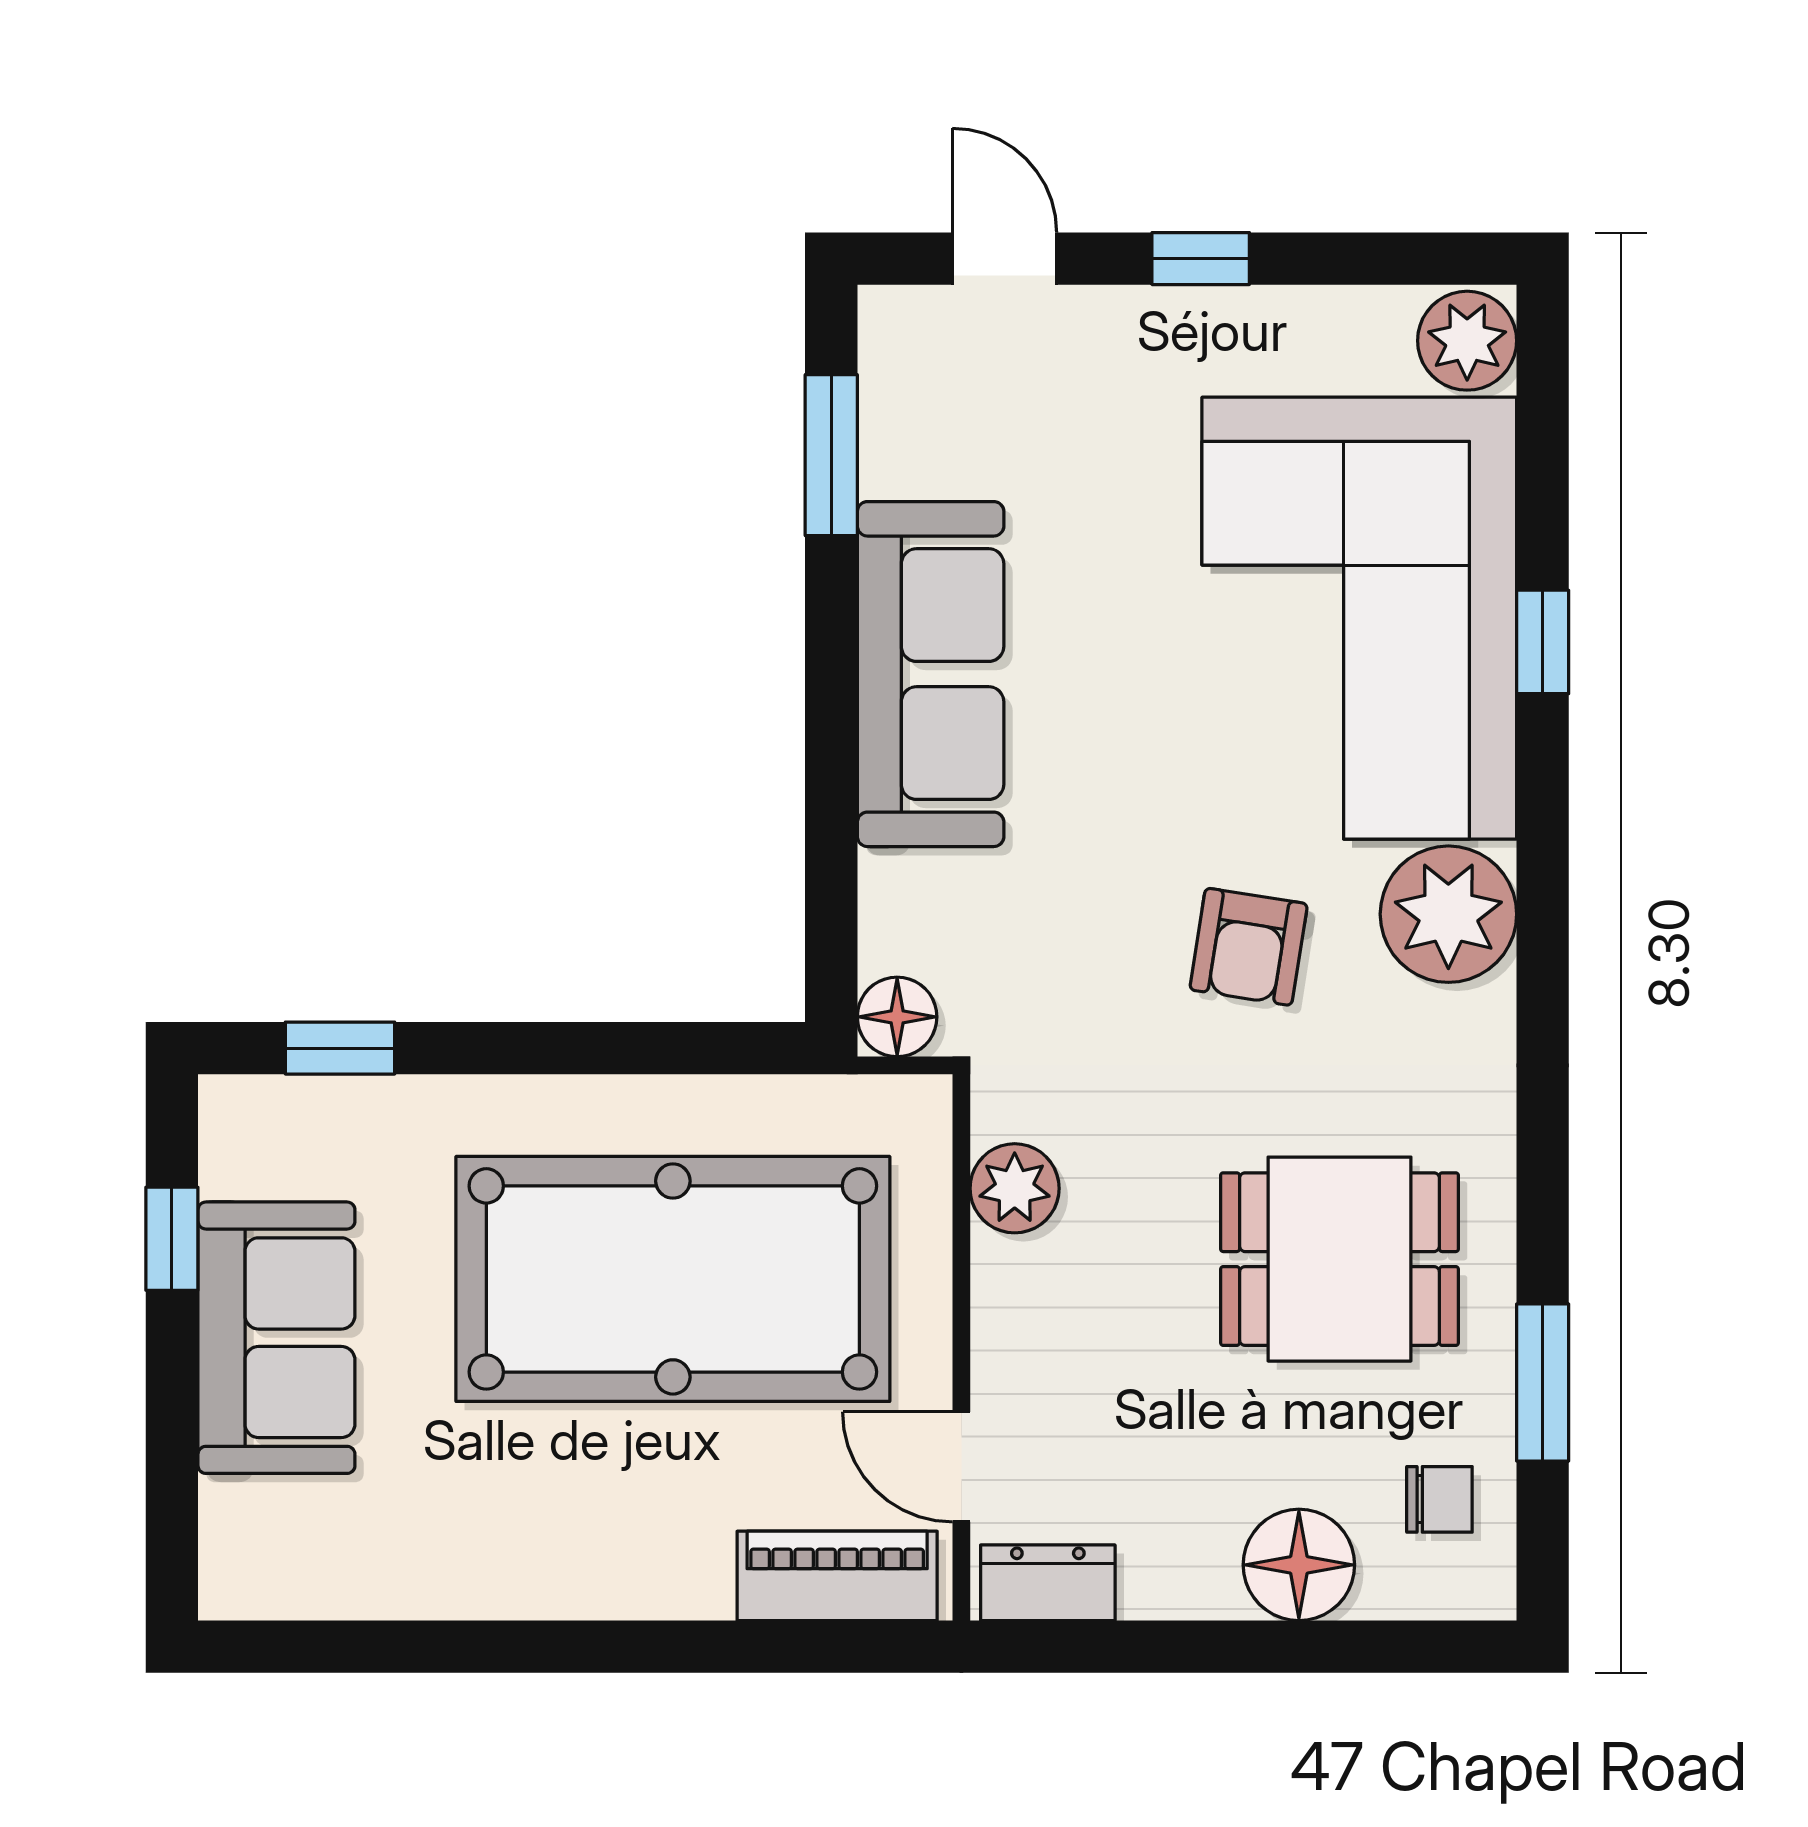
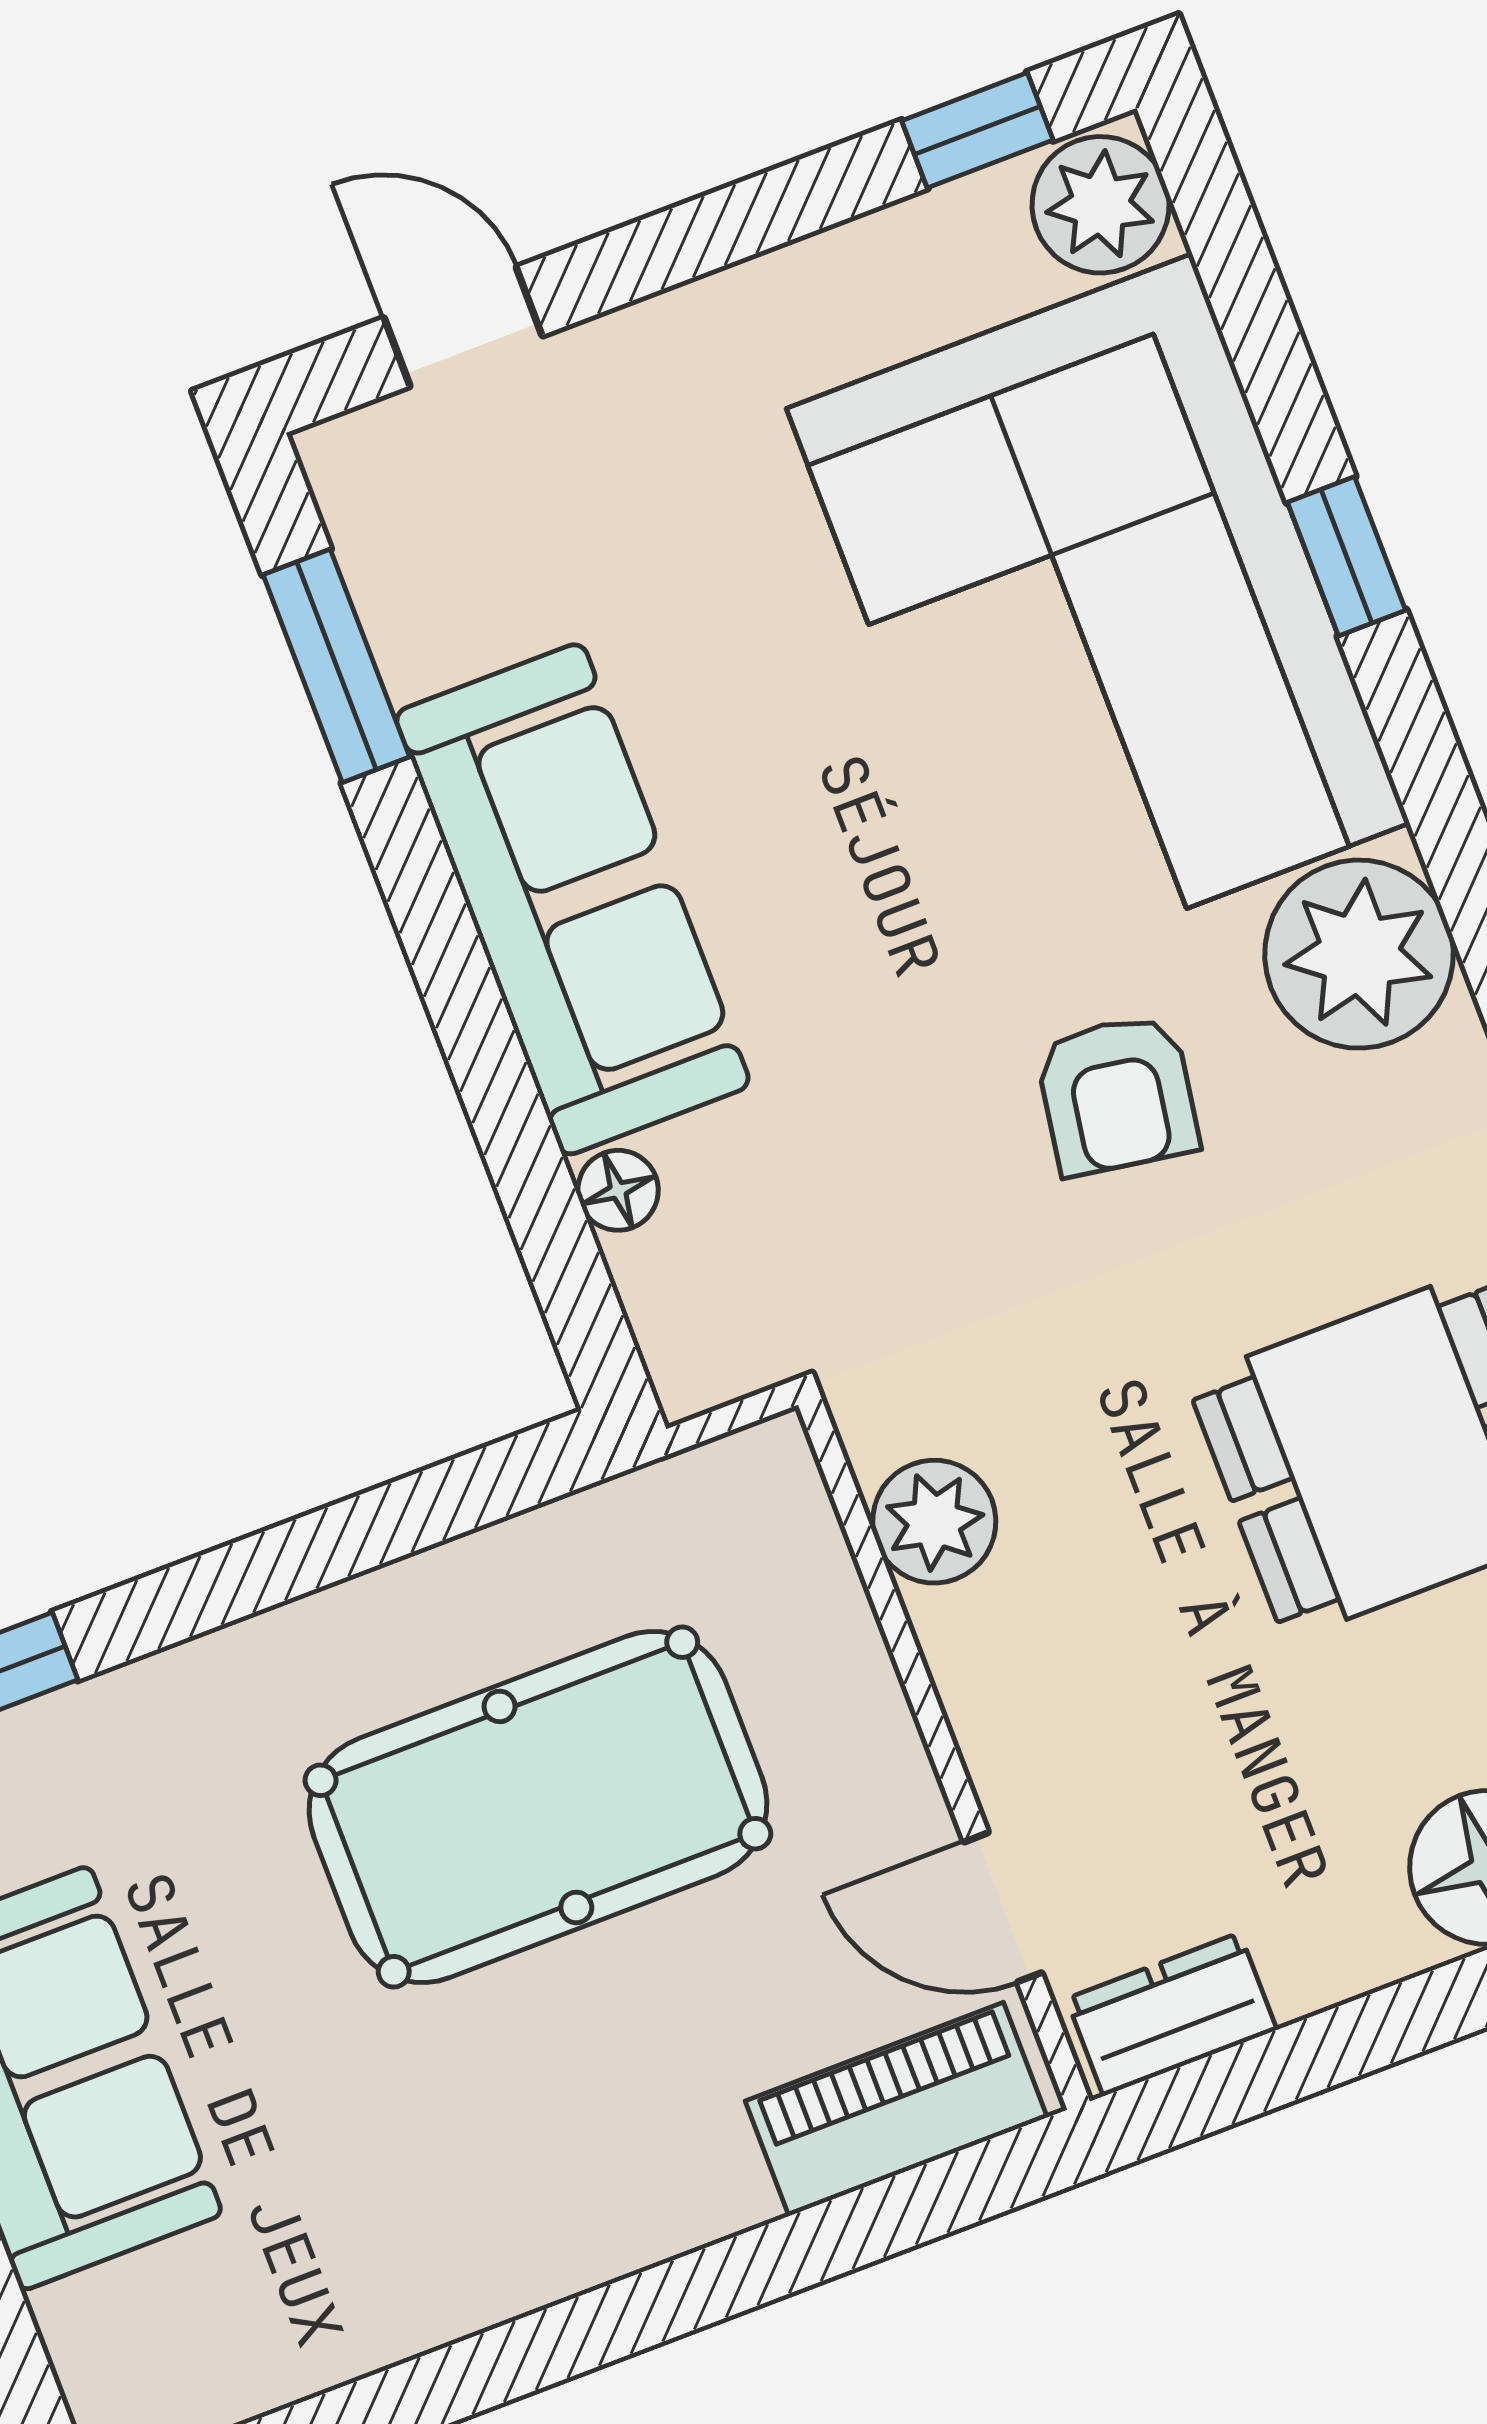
window: (1201, 259) -> (977, 130), moved
floor lamp: (897, 1017) -> (618, 1190), moved, width x0.73, depth x0.73
pool table: (673, 1279) -> (538, 1807), width x0.73, depth x0.76

